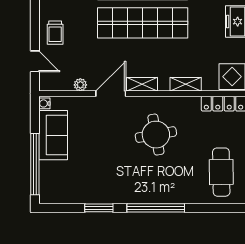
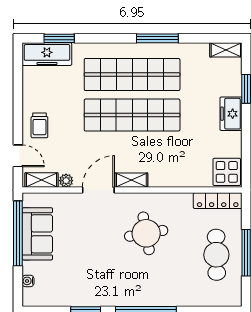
shelving: (186, 84) -> (41, 180), moved
water cooler: (44, 103) -> (28, 281), moved
window: (35, 164) -> (18, 233), moved
cafe table: (221, 172) -> (216, 255), moved

